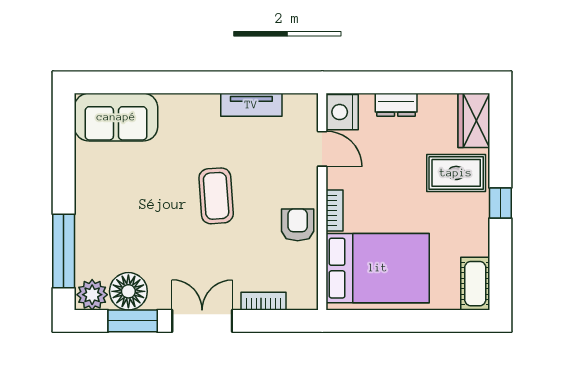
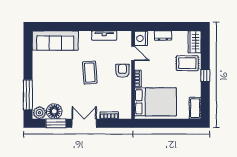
sofa: (116, 117) -> (55, 41), width x1.36
armchair: (298, 225) -> (122, 71), moved

